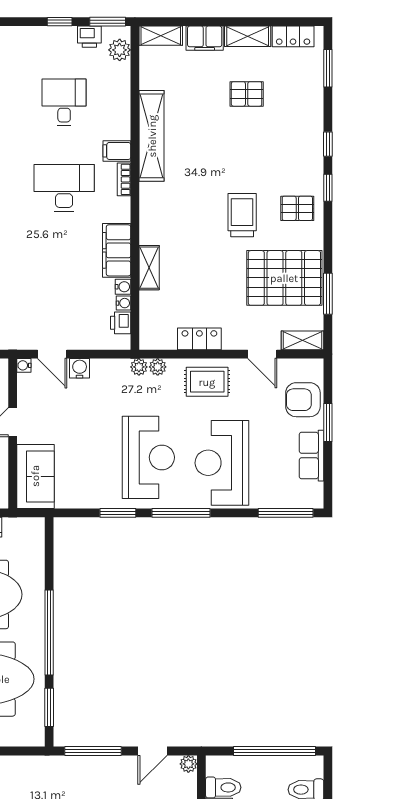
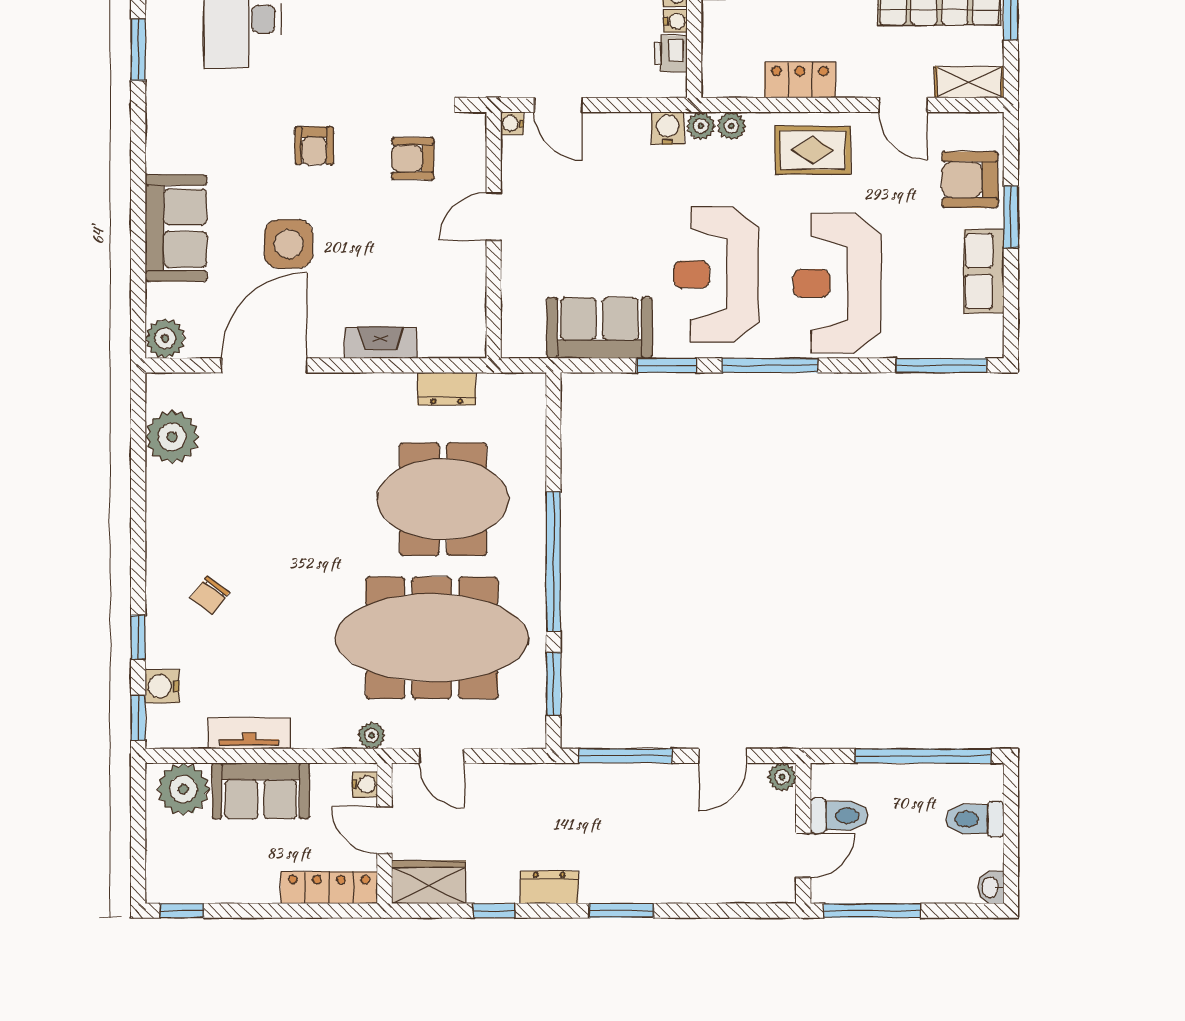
water cooler: (80, 368) -> (668, 128), moved
reception desk: (148, 457) -> (716, 274), turned 180
sofa: (35, 476) -> (599, 328), moved, turned -90

